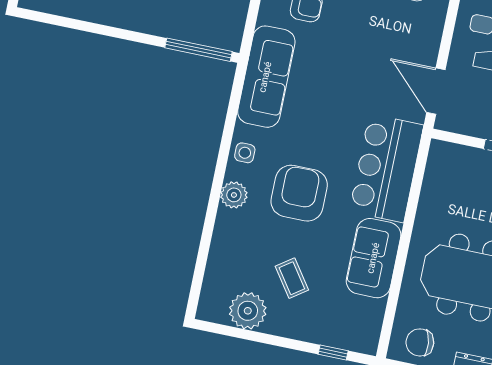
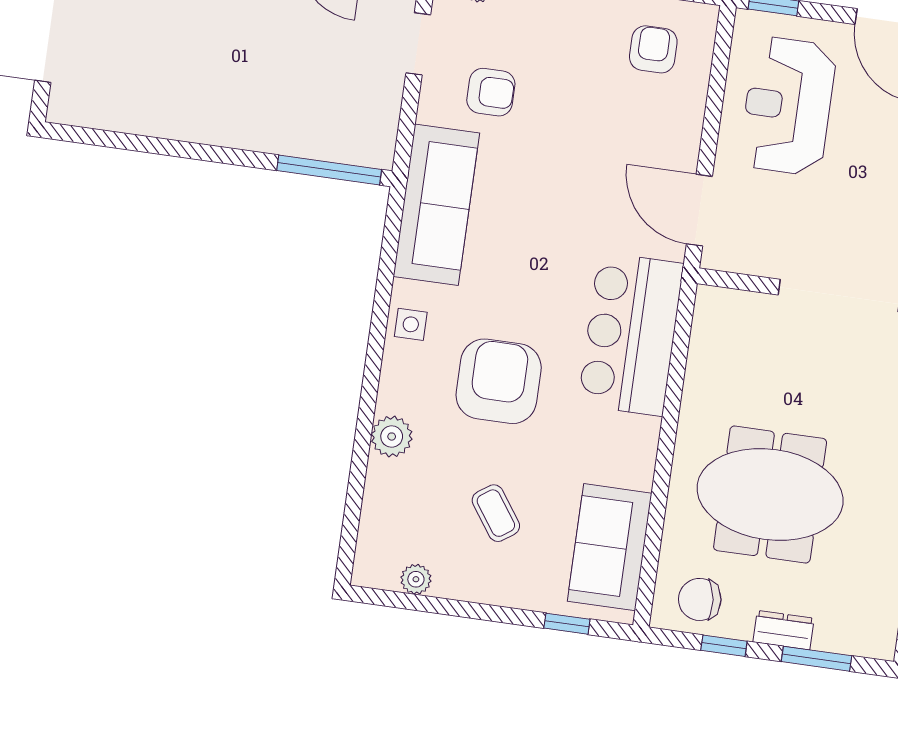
plant: (234, 195) -> (392, 437), moved
sofa: (374, 258) -> (610, 547), moved
plant: (248, 311) -> (416, 579), width x0.53, depth x0.53

